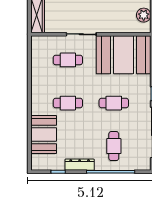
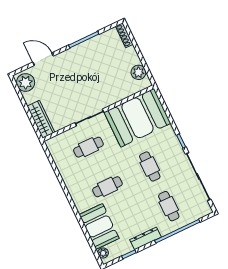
cafe table: (114, 103) -> (150, 166), turned 90
plant: (36, 160) -> (103, 253), added

